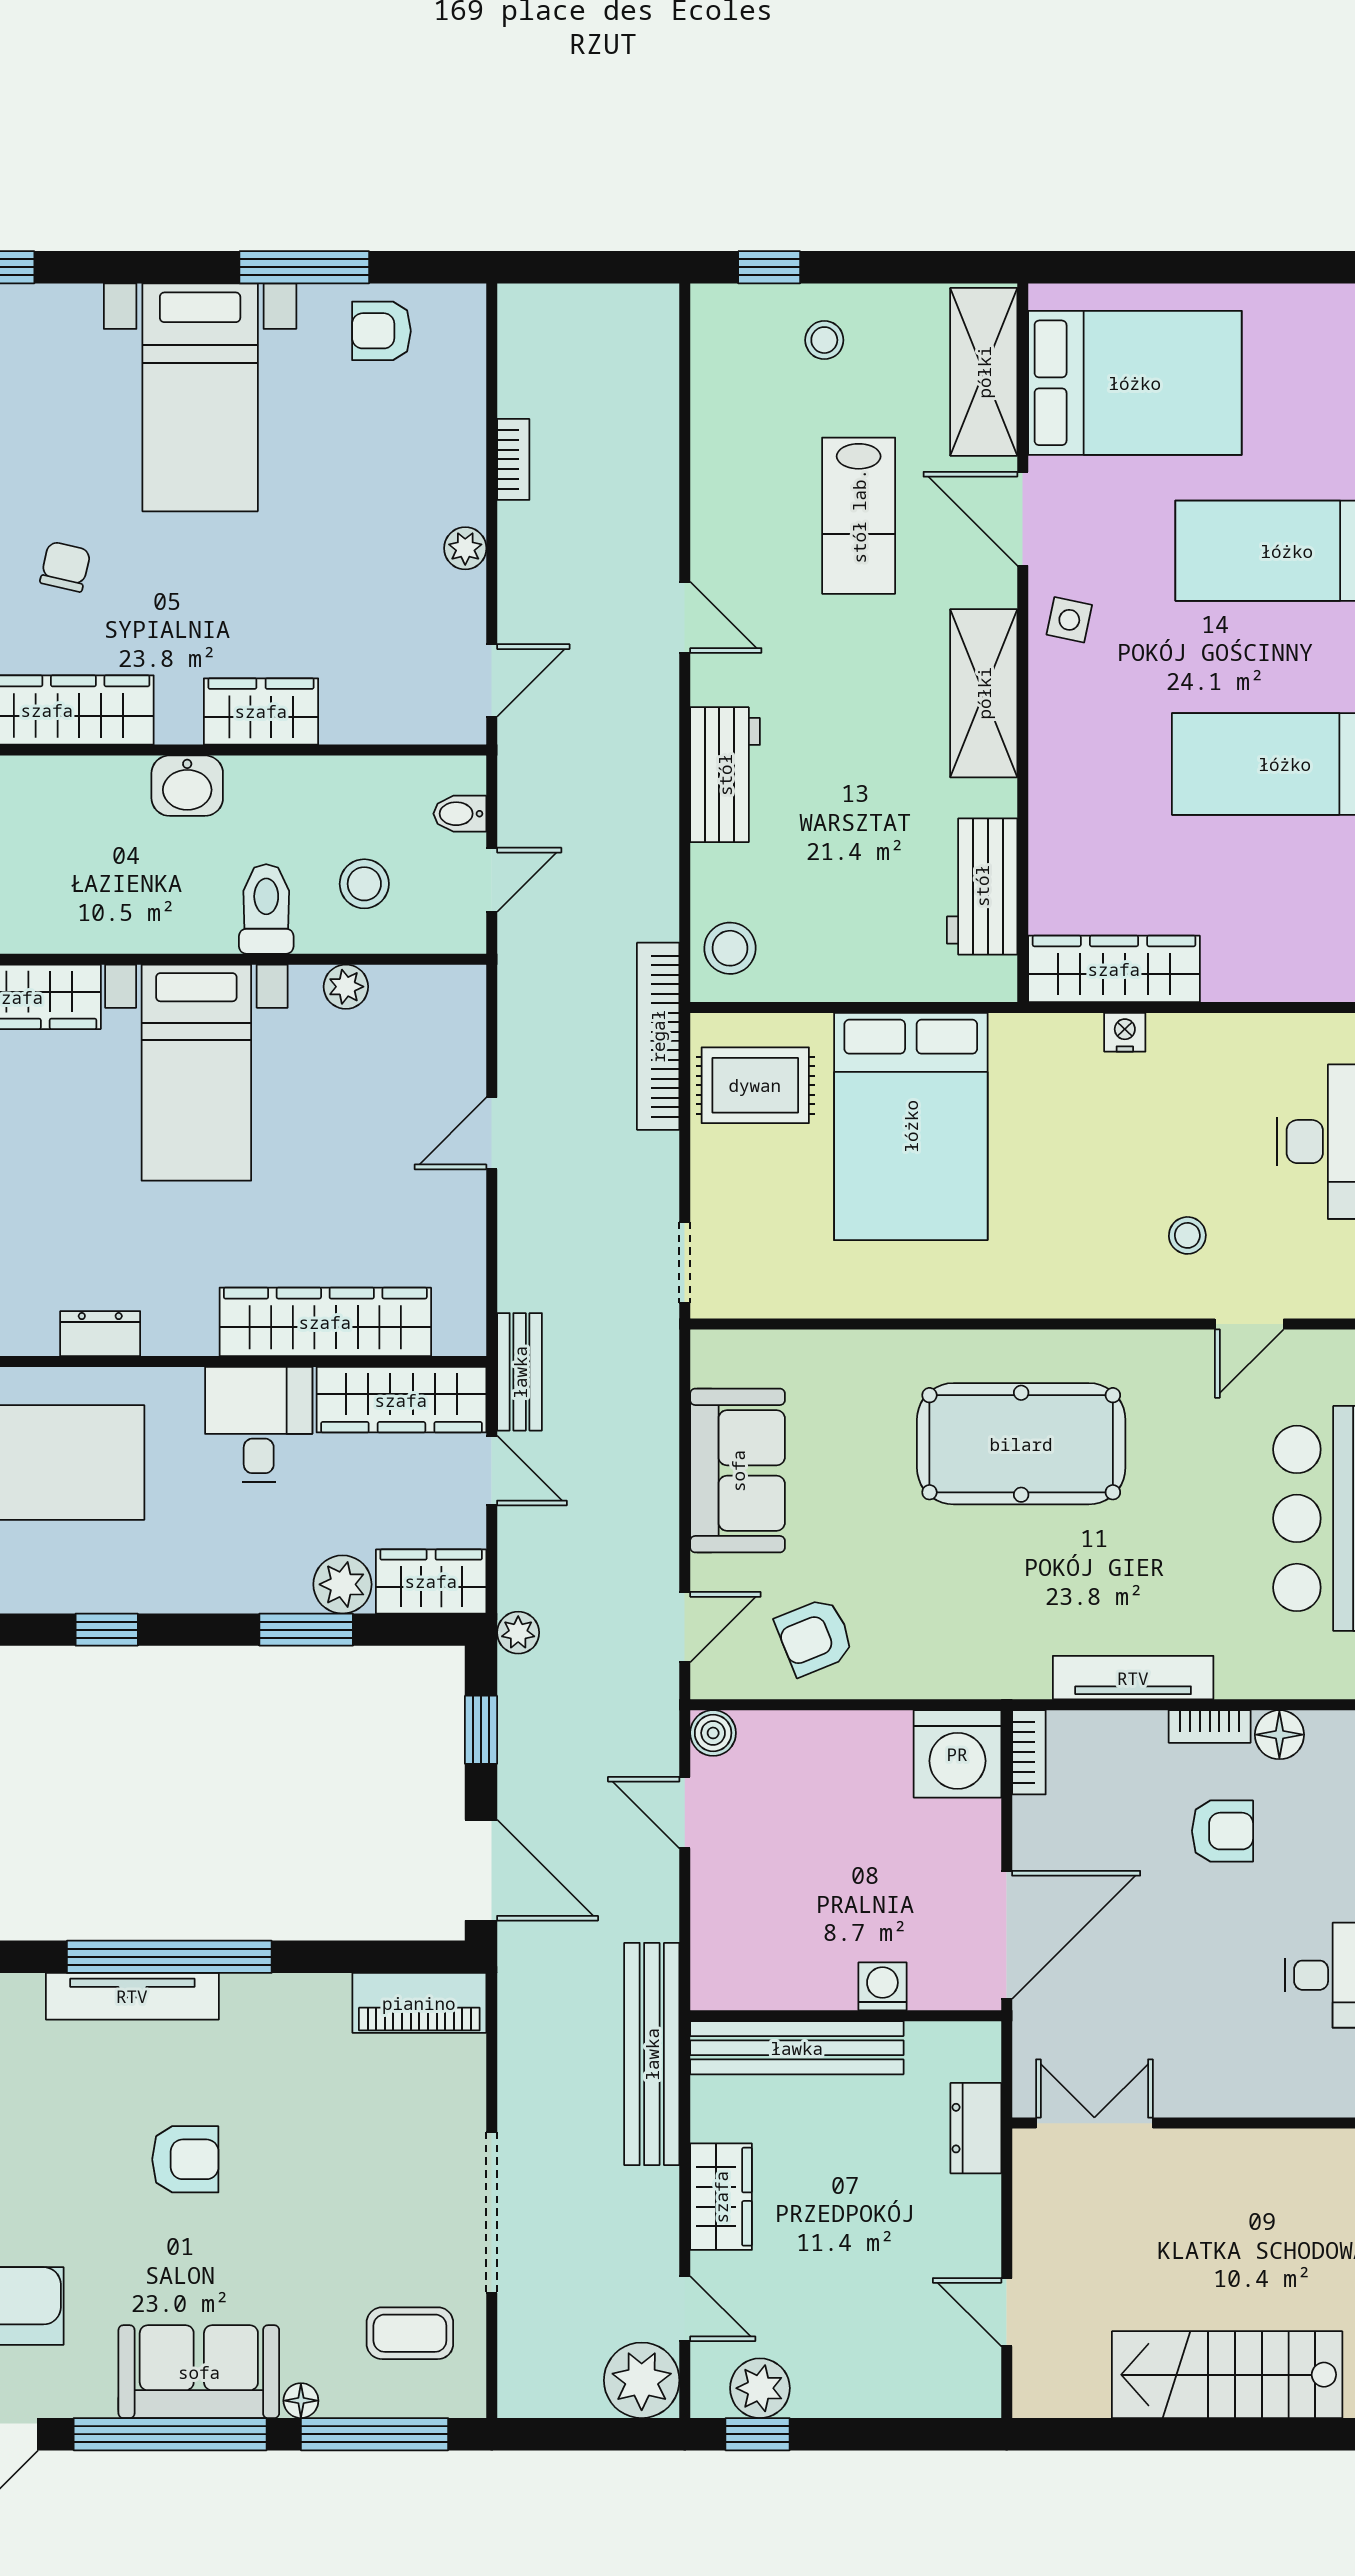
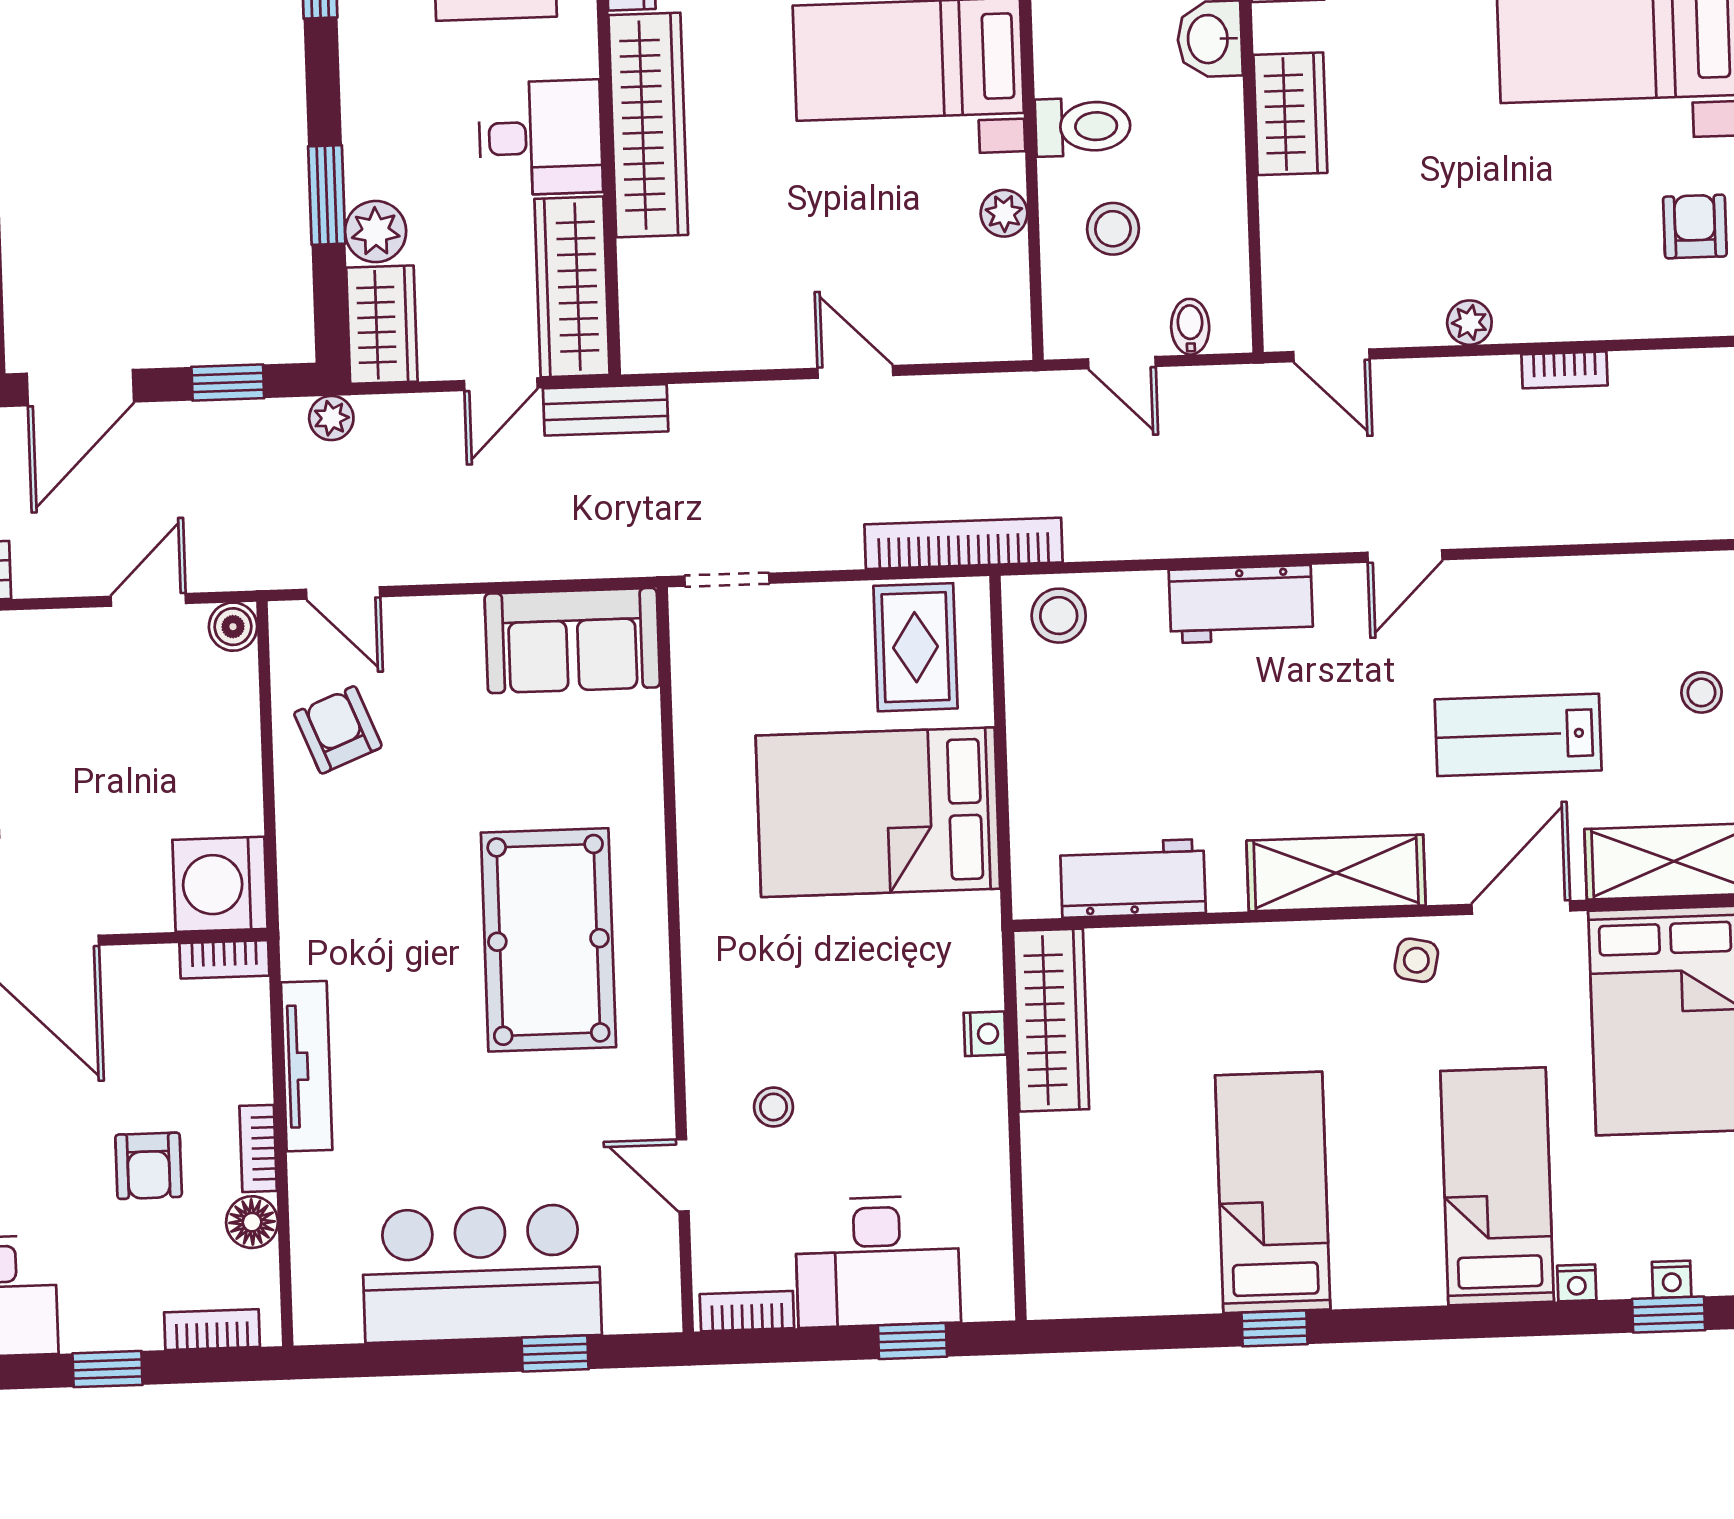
wardrobe: (325, 1322) -> (648, 125), moved
sofa: (738, 1471) -> (572, 641), moved

